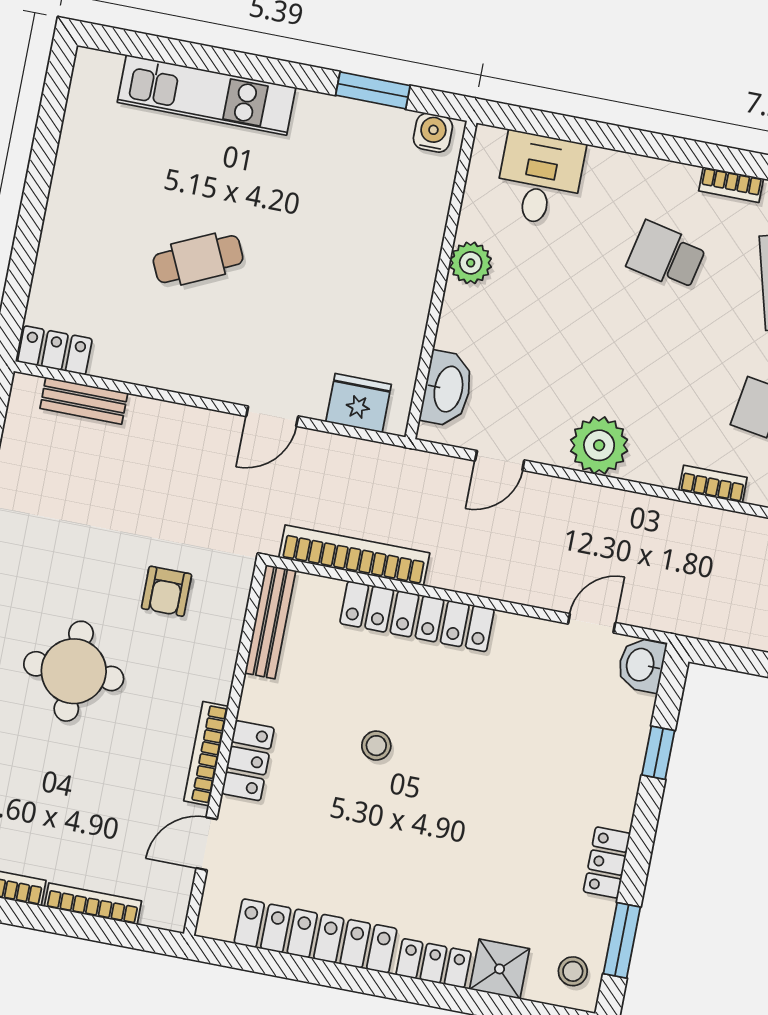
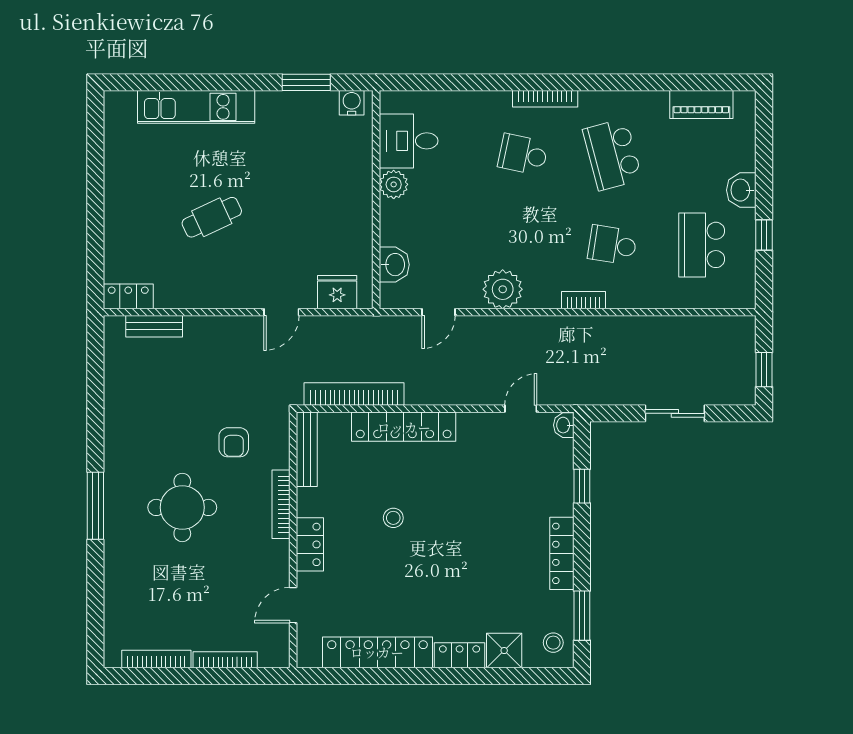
desk: (540, 179) -> (409, 141), moved, turned -90
bookcase: (731, 185) -> (545, 99), width x1.56
washbasin: (447, 389) -> (394, 265), width x0.72
washbasin: (641, 665) -> (564, 425), width x0.72, depth x0.69
bookcase: (206, 754) -> (281, 504), moved
locker: (607, 863) -> (562, 553), width x1.53

